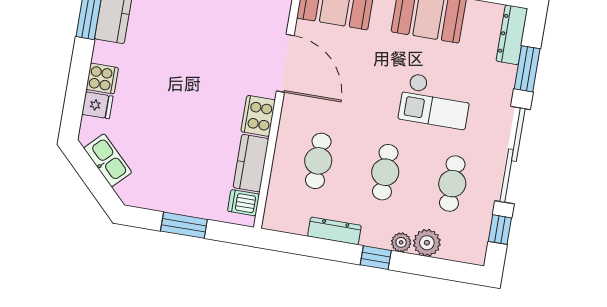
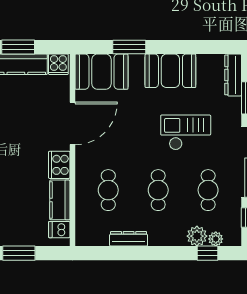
door: (285, 63) -> (72, 123), hinge flipped
checkout: (435, 101) -> (186, 132), turned 180
plant: (401, 242) -> (216, 239), moved
window: (376, 258) -> (207, 253), moved

